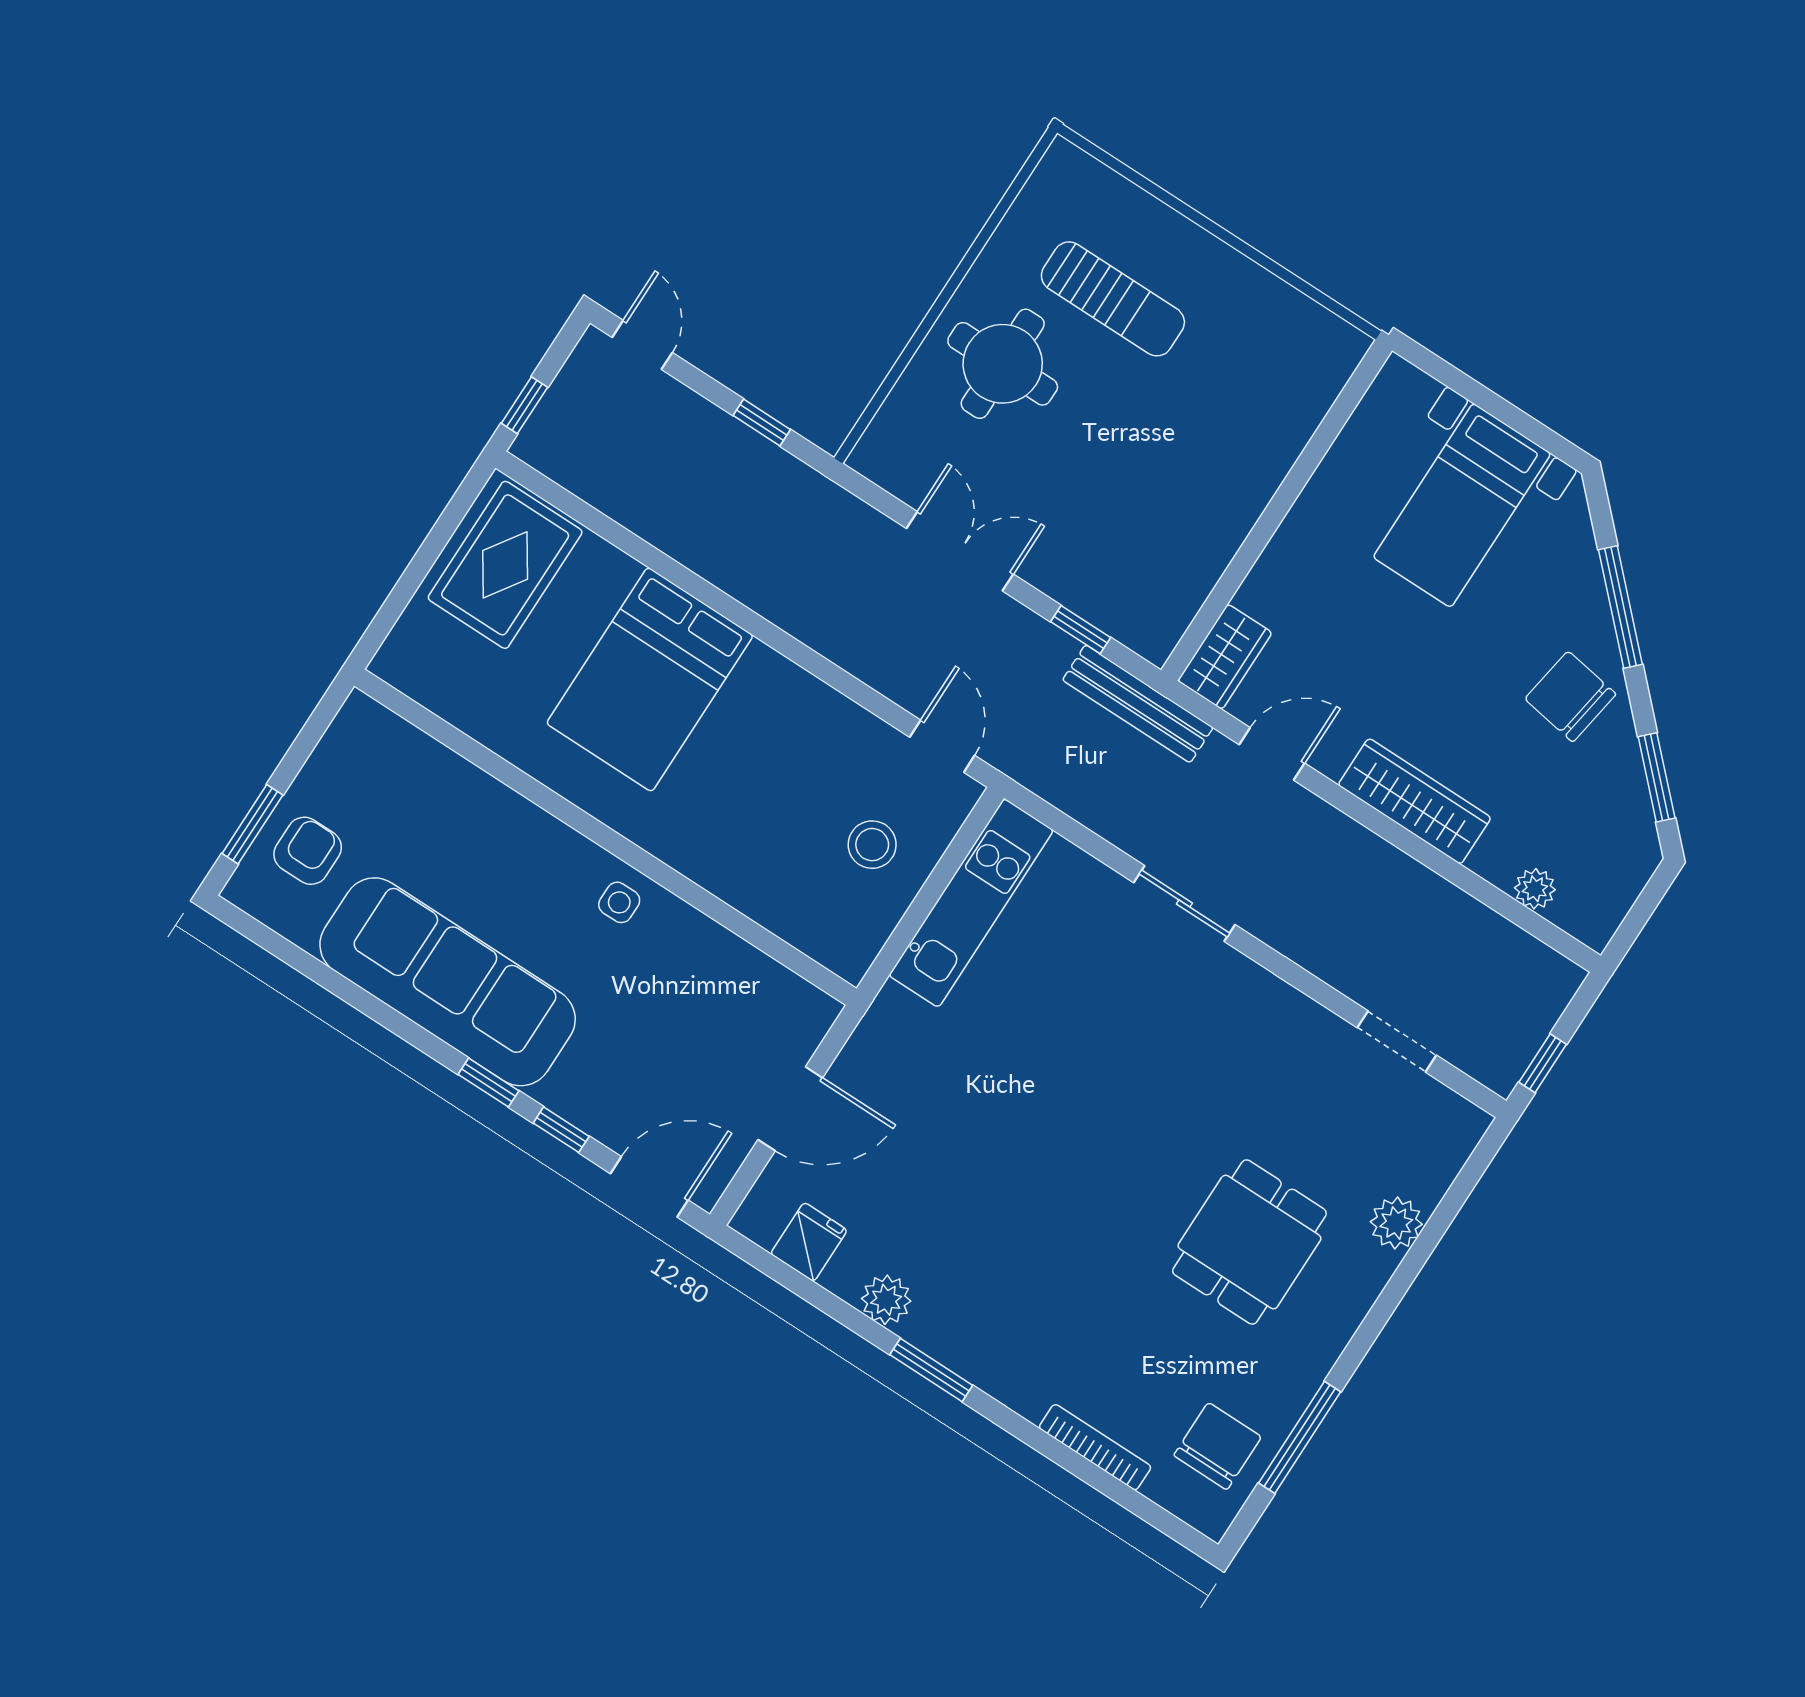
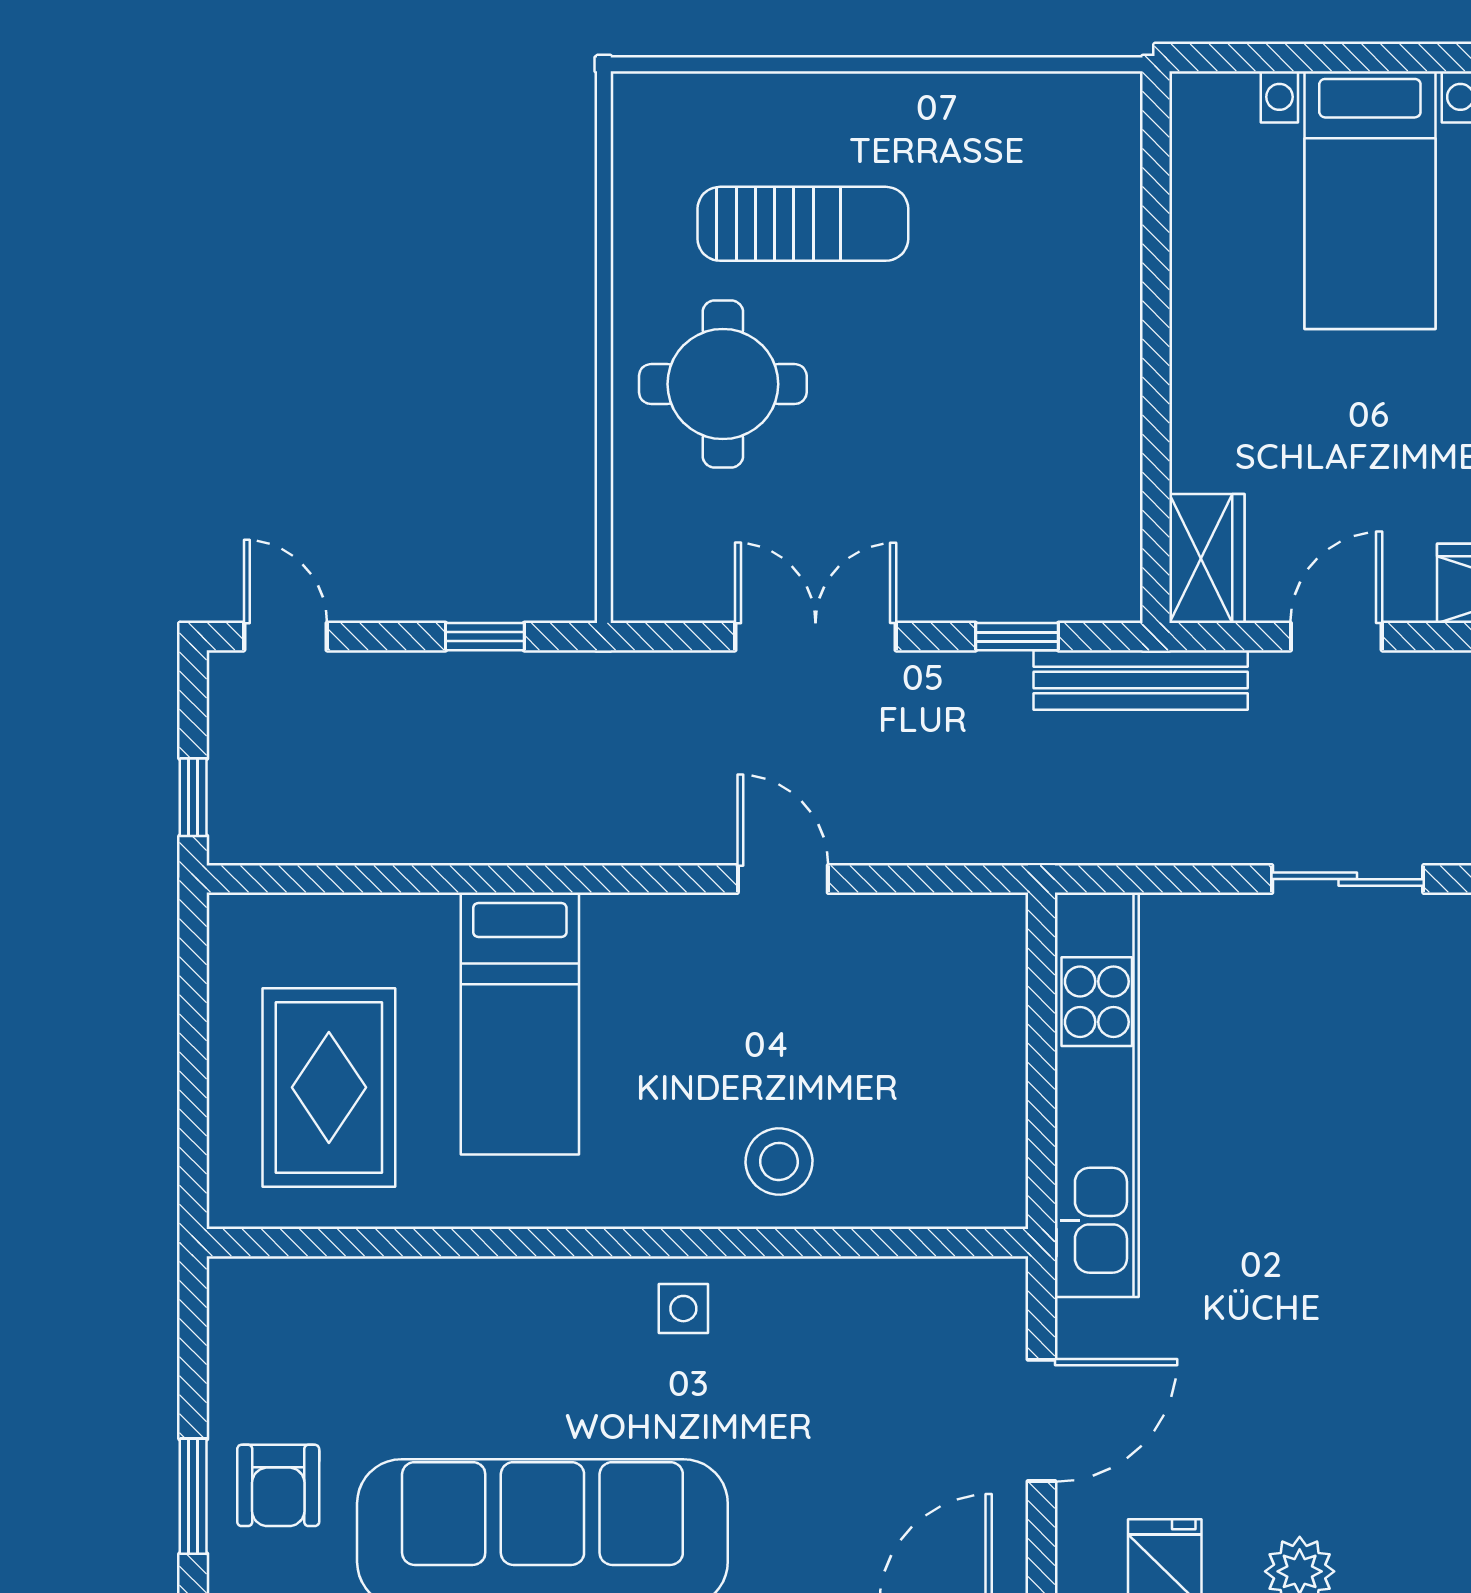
rug: (505, 565) -> (329, 1087), moved
bed: (650, 679) -> (520, 1024), width x0.67
door: (942, 746) -> (783, 879), moved
stool: (872, 845) -> (779, 1161), moved
armchair: (308, 851) -> (278, 1485), turned 180
kitchen unit: (971, 903) -> (1097, 1095), width x1.36

